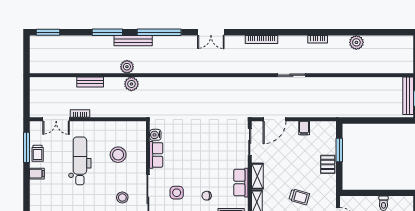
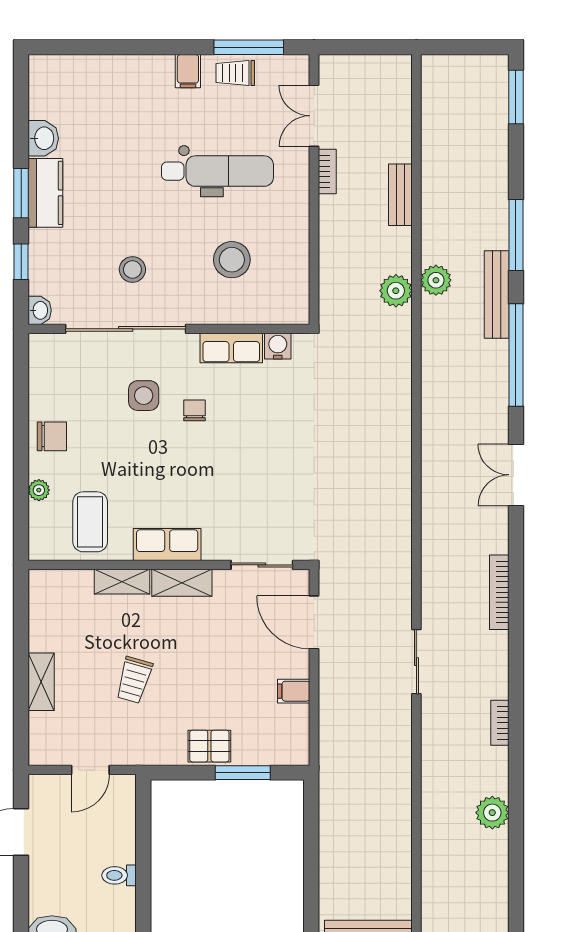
chair: (207, 196) -> (194, 410), moved

